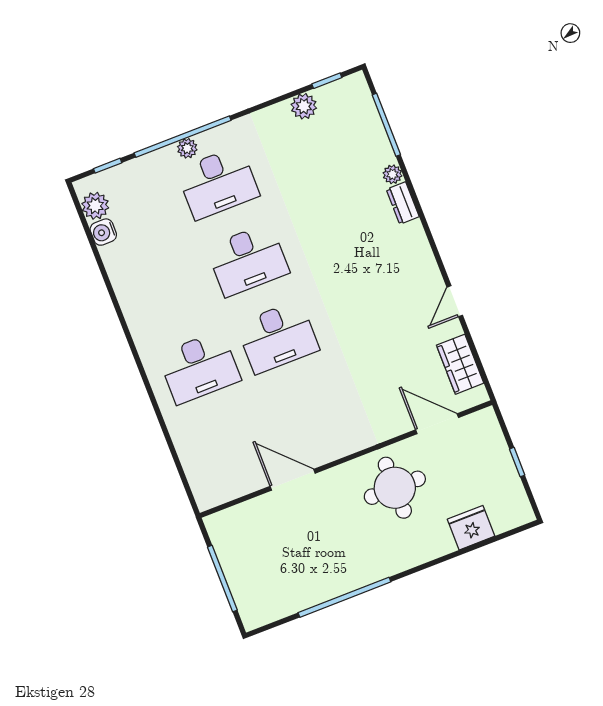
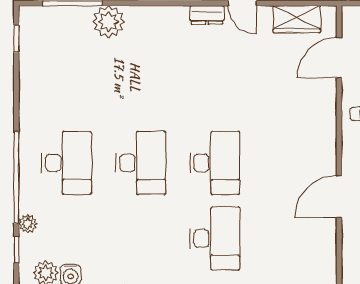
plant: (304, 106) -> (30, 66), removed
plant: (187, 148) -> (28, 224), moved
plant: (392, 174) -> (108, 22), width x1.87, depth x1.87
dresser: (403, 203) -> (207, 15), moved

